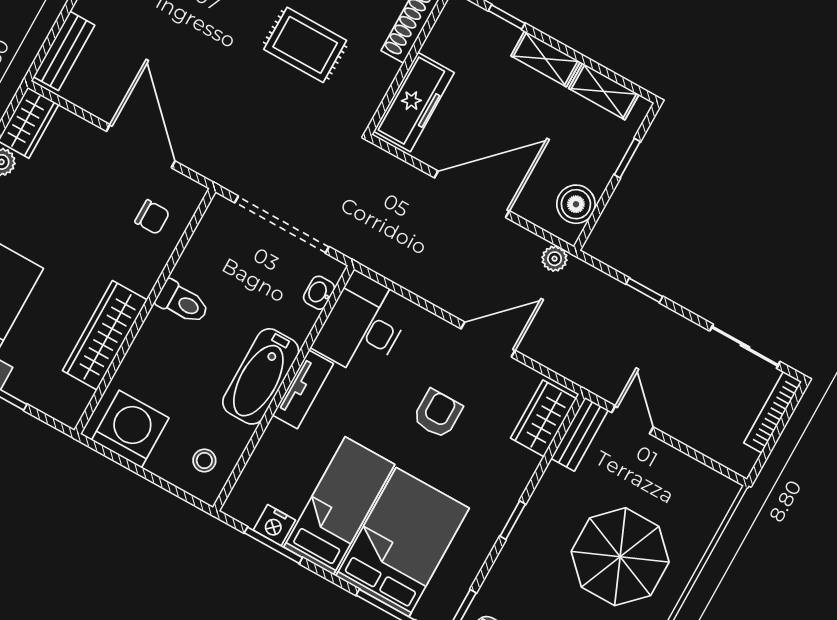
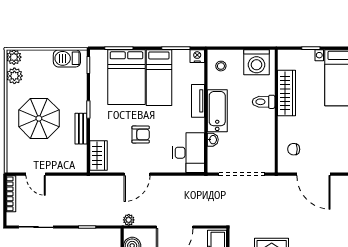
washbasin: (319, 293) -> (213, 140), moved
toilet: (182, 302) -> (264, 102), moved
tv unit: (303, 389) -> (198, 101), moved
bookcase: (773, 412) -> (11, 194), moved
armchair: (438, 414) -> (141, 134), turned -90
door: (632, 420) -> (36, 174), moved
bench: (580, 434) -> (81, 129), moved
nightstand: (274, 525) -> (197, 56), moved

